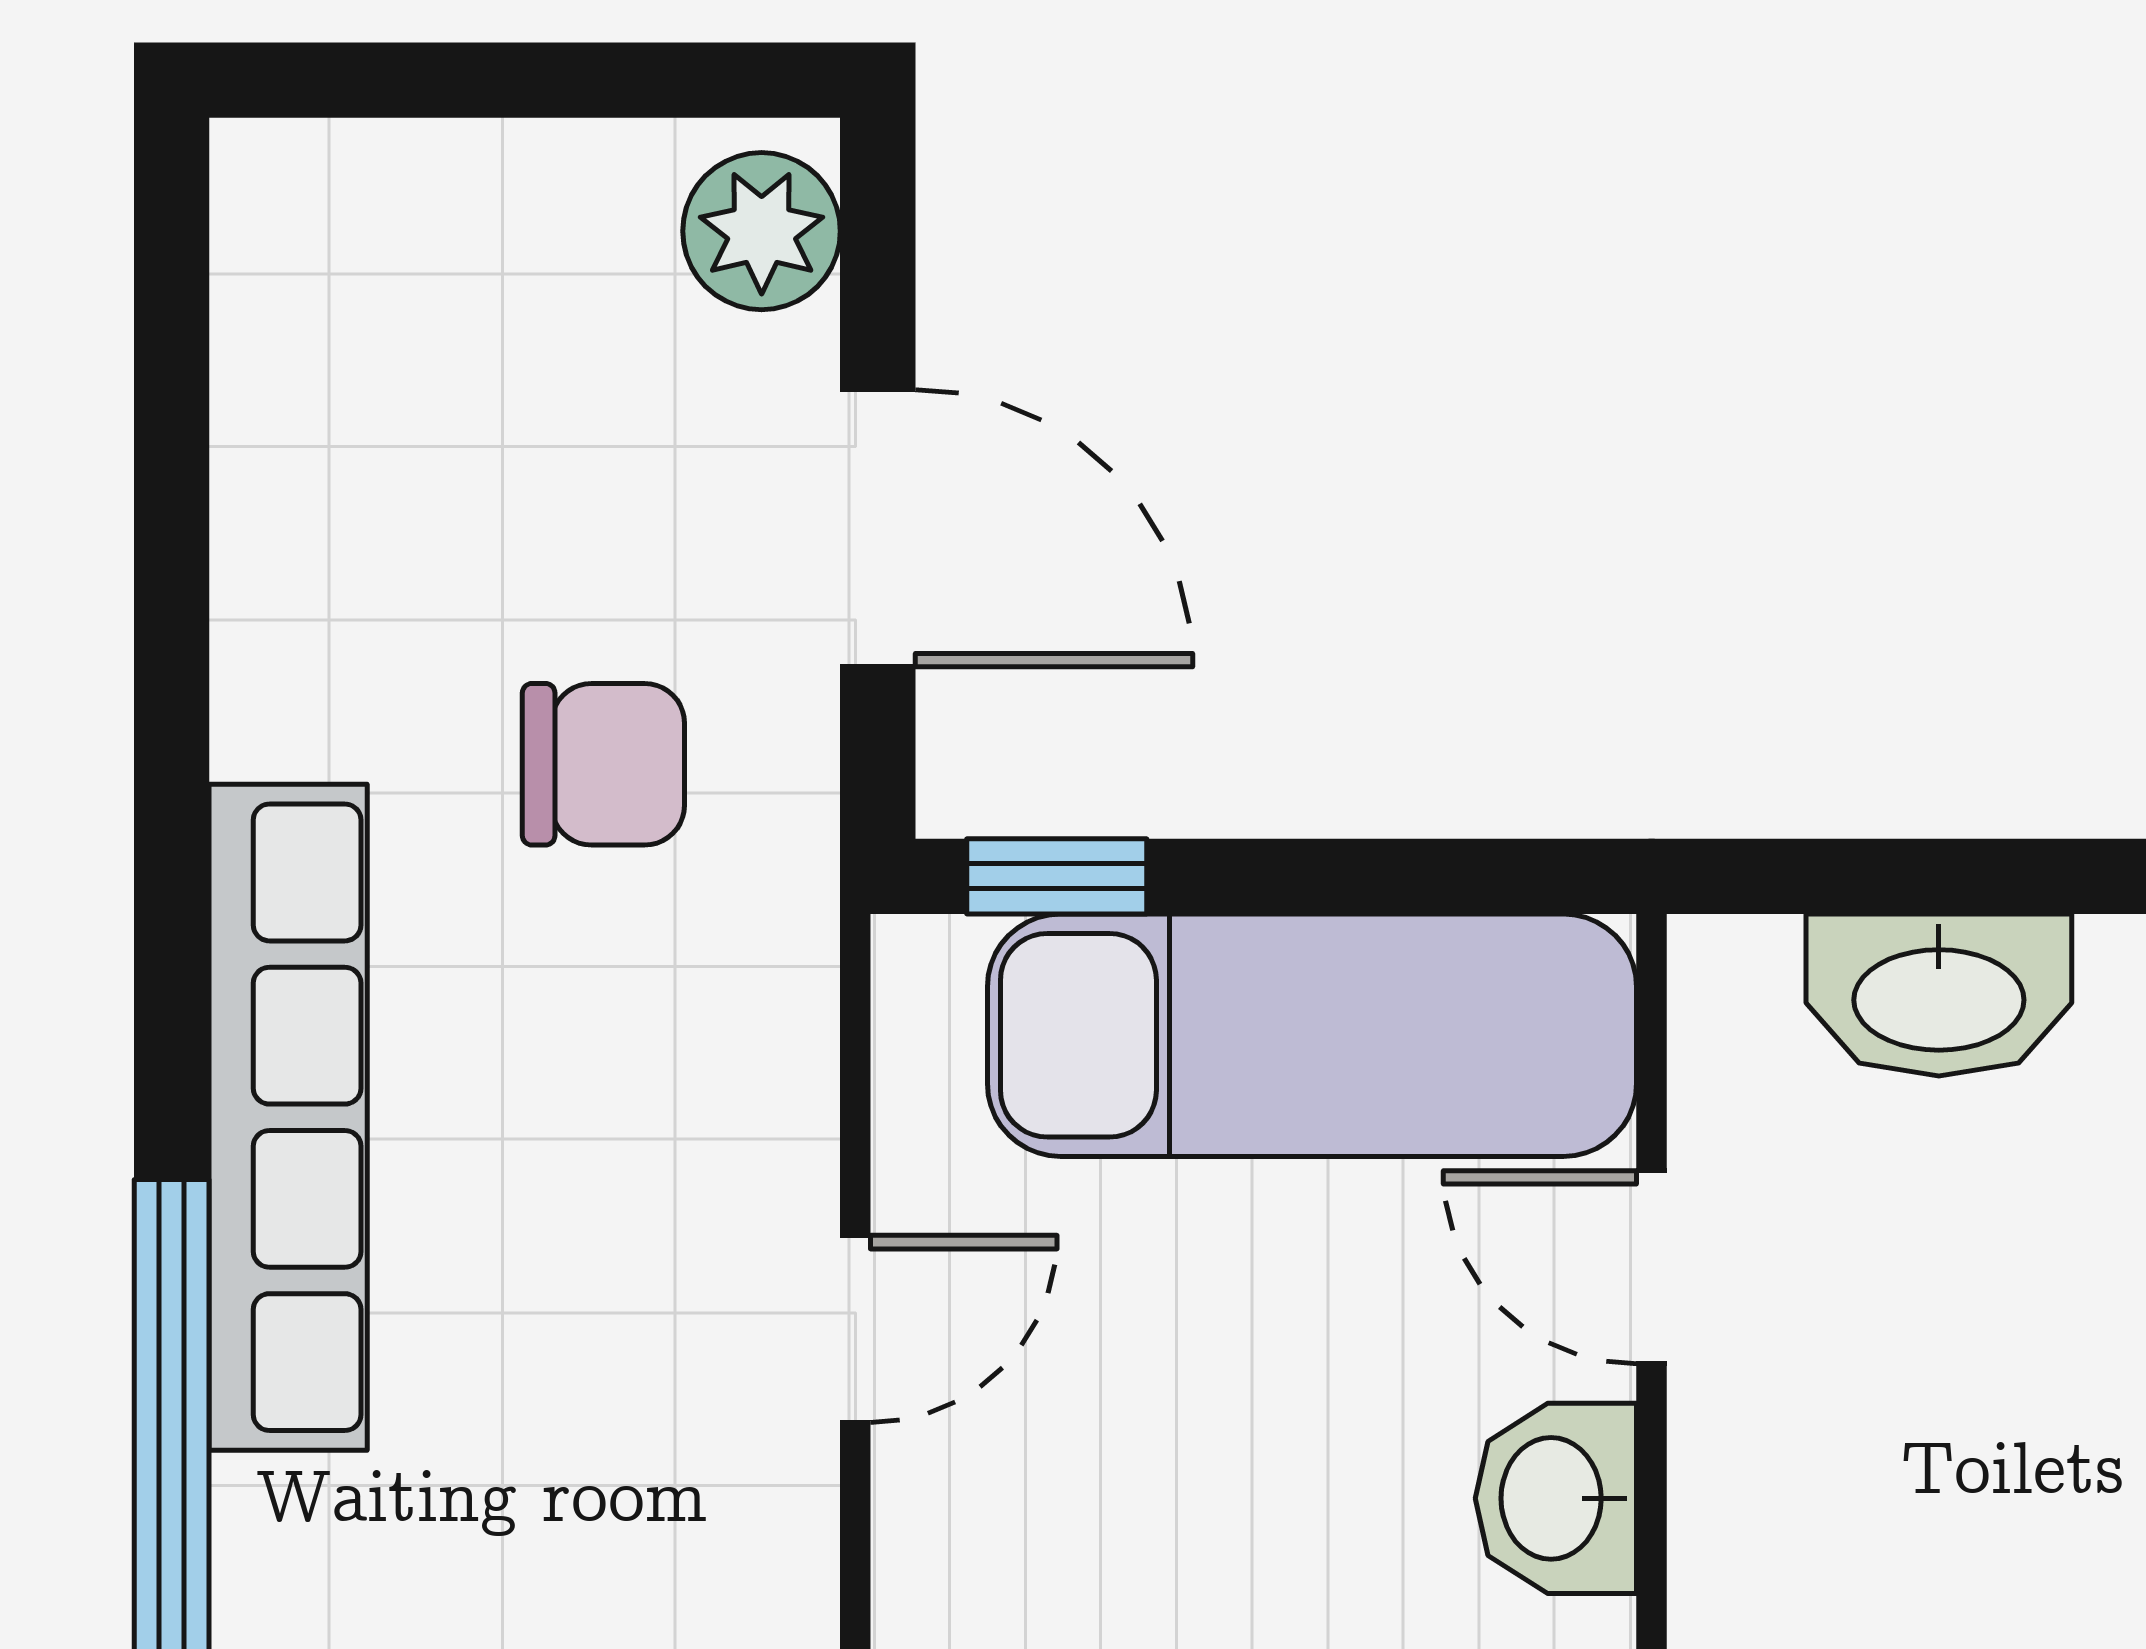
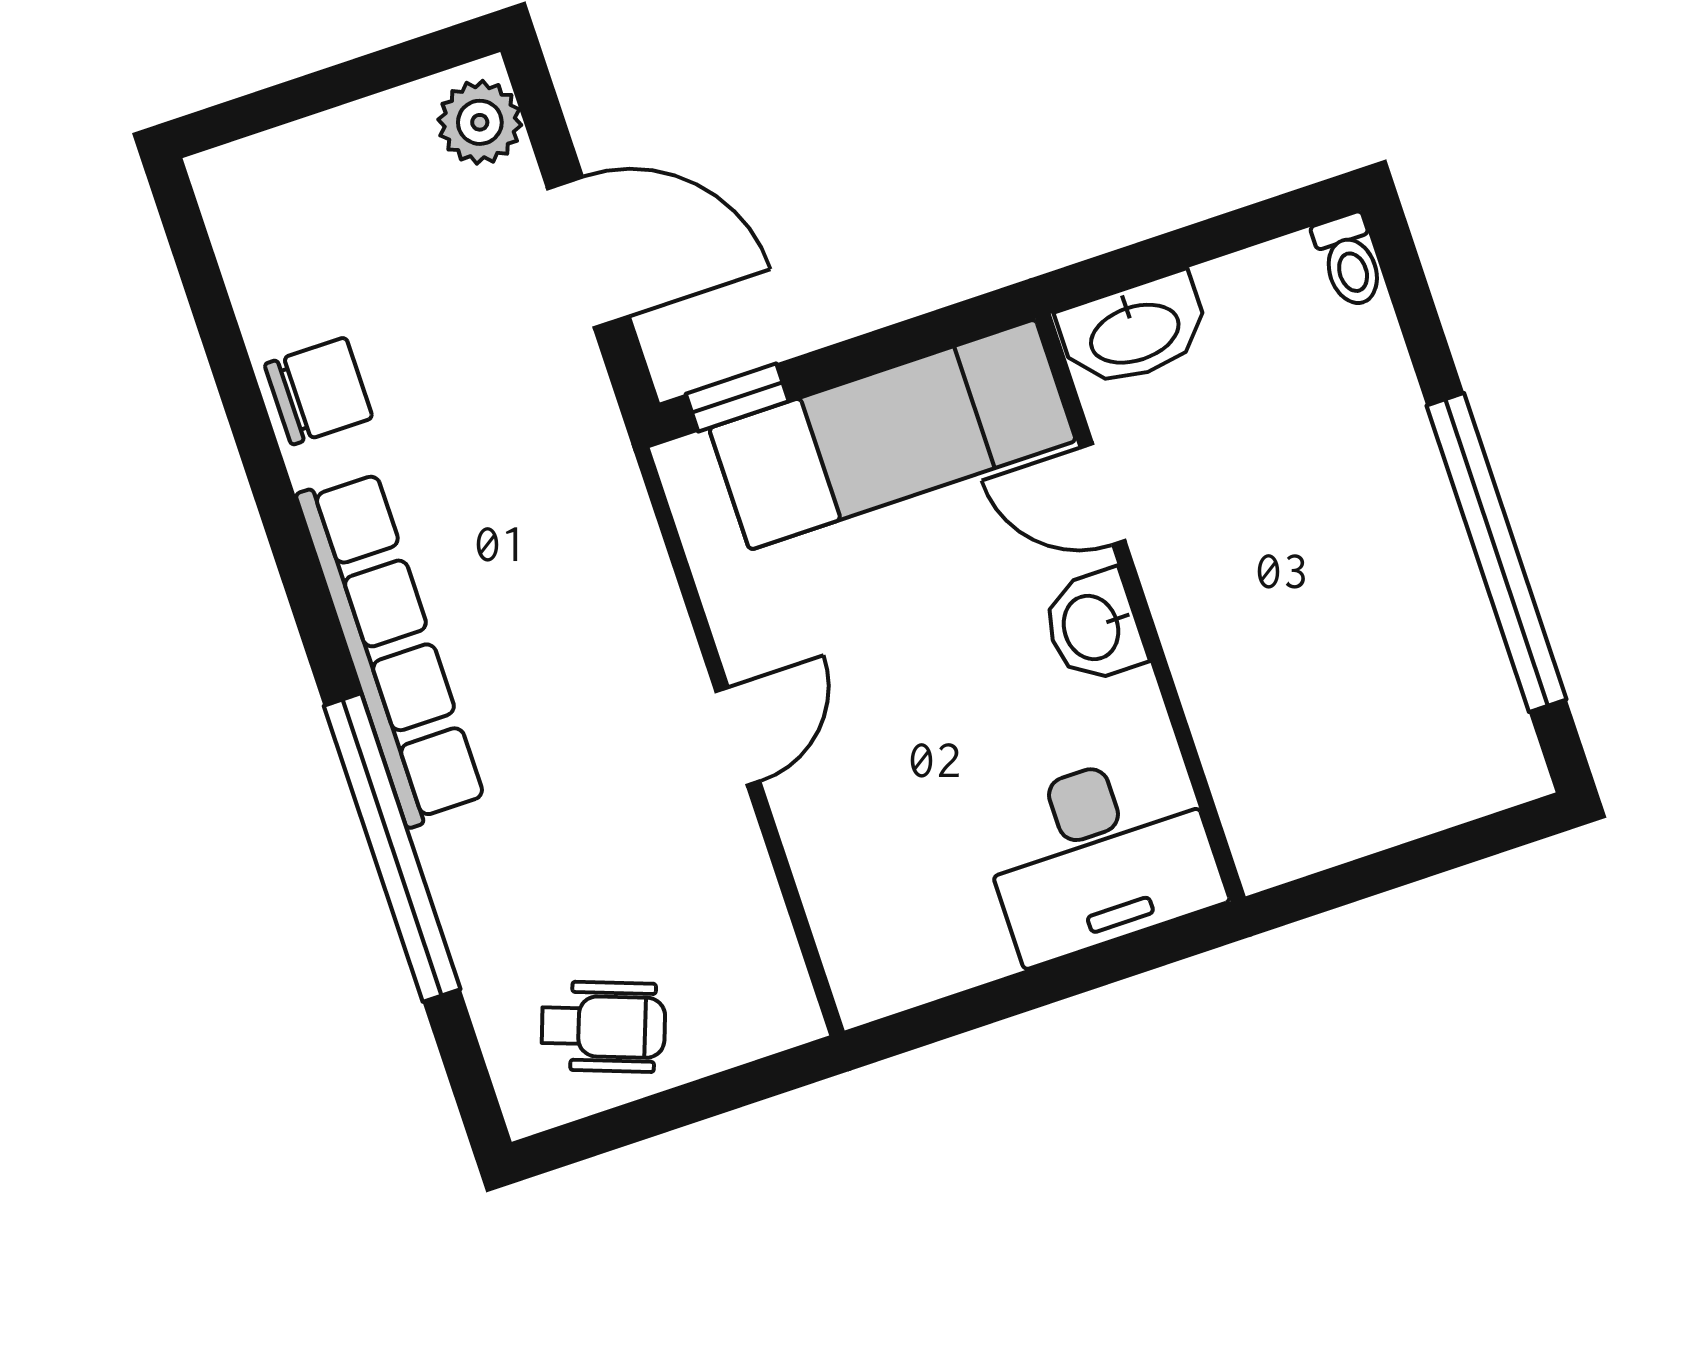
chair: (603, 764) -> (319, 391), moved
washbasin: (1939, 995) -> (1134, 331), moved
door: (855, 1329) -> (738, 736), moved

